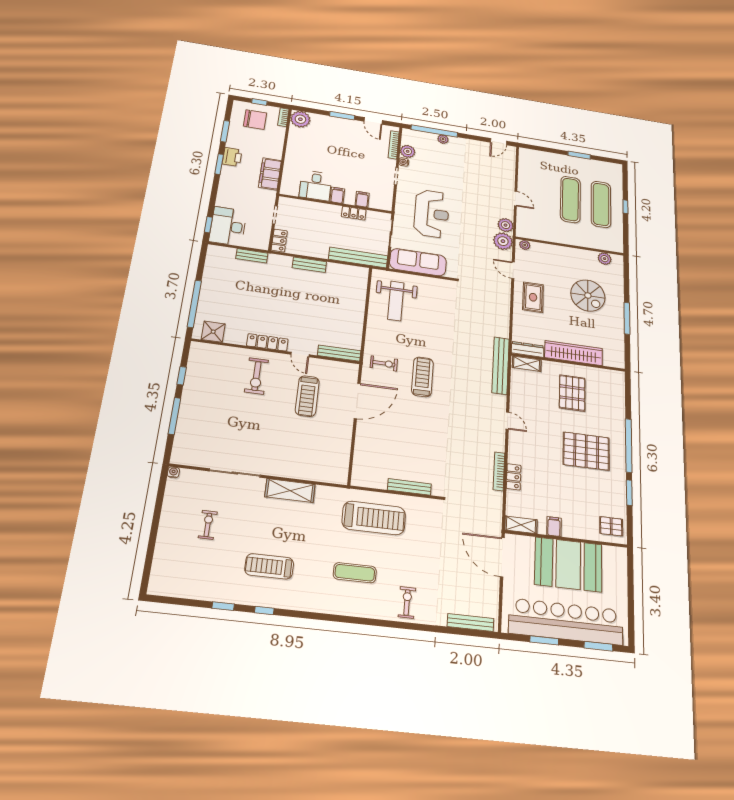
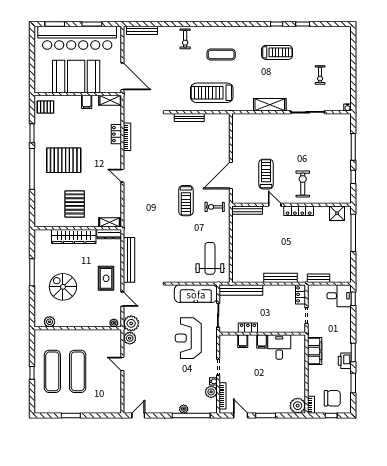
chair: (255, 120) -> (332, 398), turned 180
desk: (228, 226) -> (339, 296), width x0.73
bench: (309, 265) -> (281, 278), width x1.36
bench: (501, 366) -> (129, 260), moved

